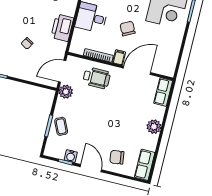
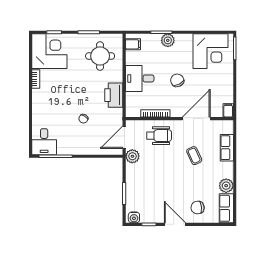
filing cabinet: (119, 57) -> (228, 110), moved
row of seats: (163, 92) -> (227, 148), moved
coffee table: (61, 126) -> (194, 156), moved
plant: (154, 127) -> (226, 186), moved
water cooler: (71, 156) -> (134, 217), moved

